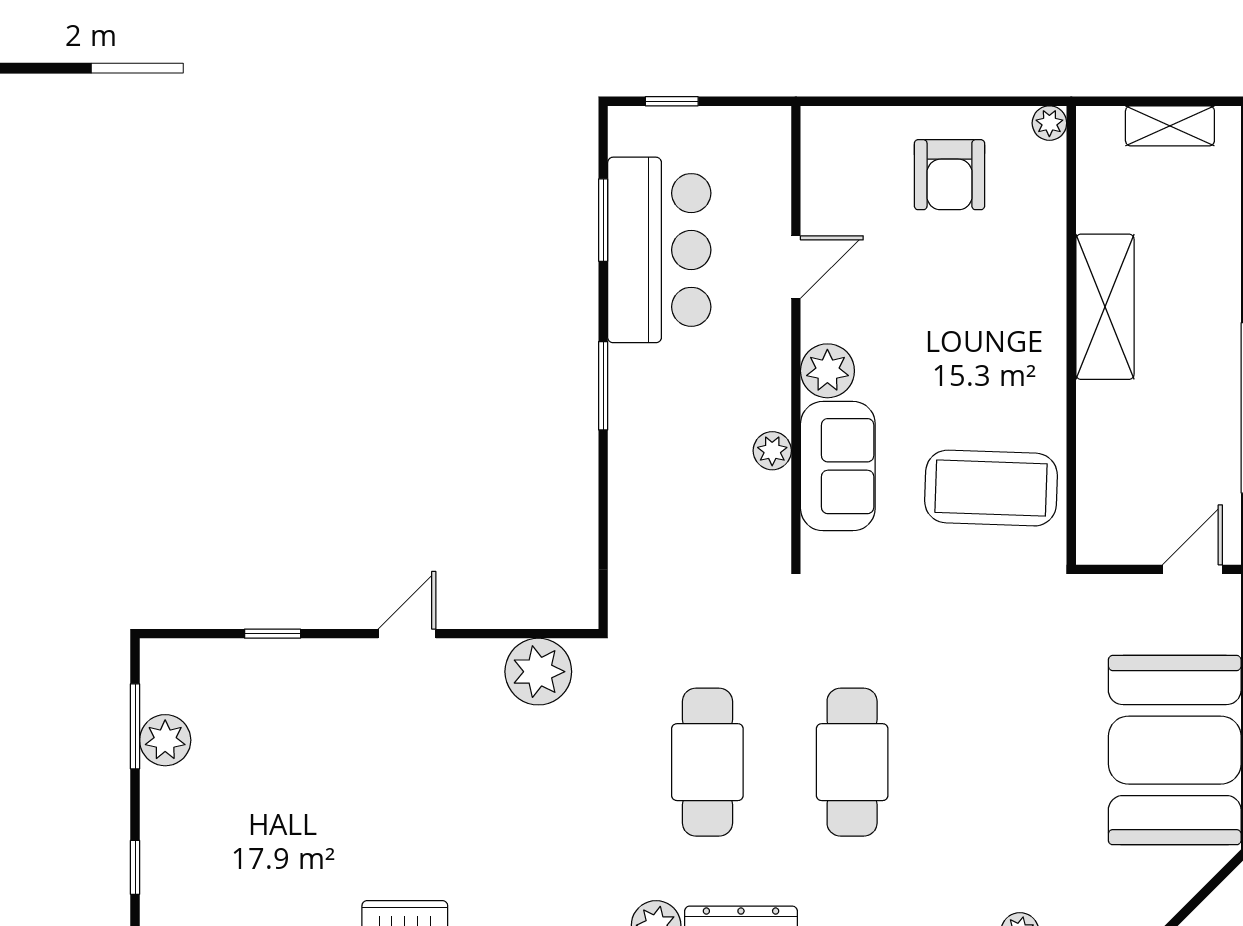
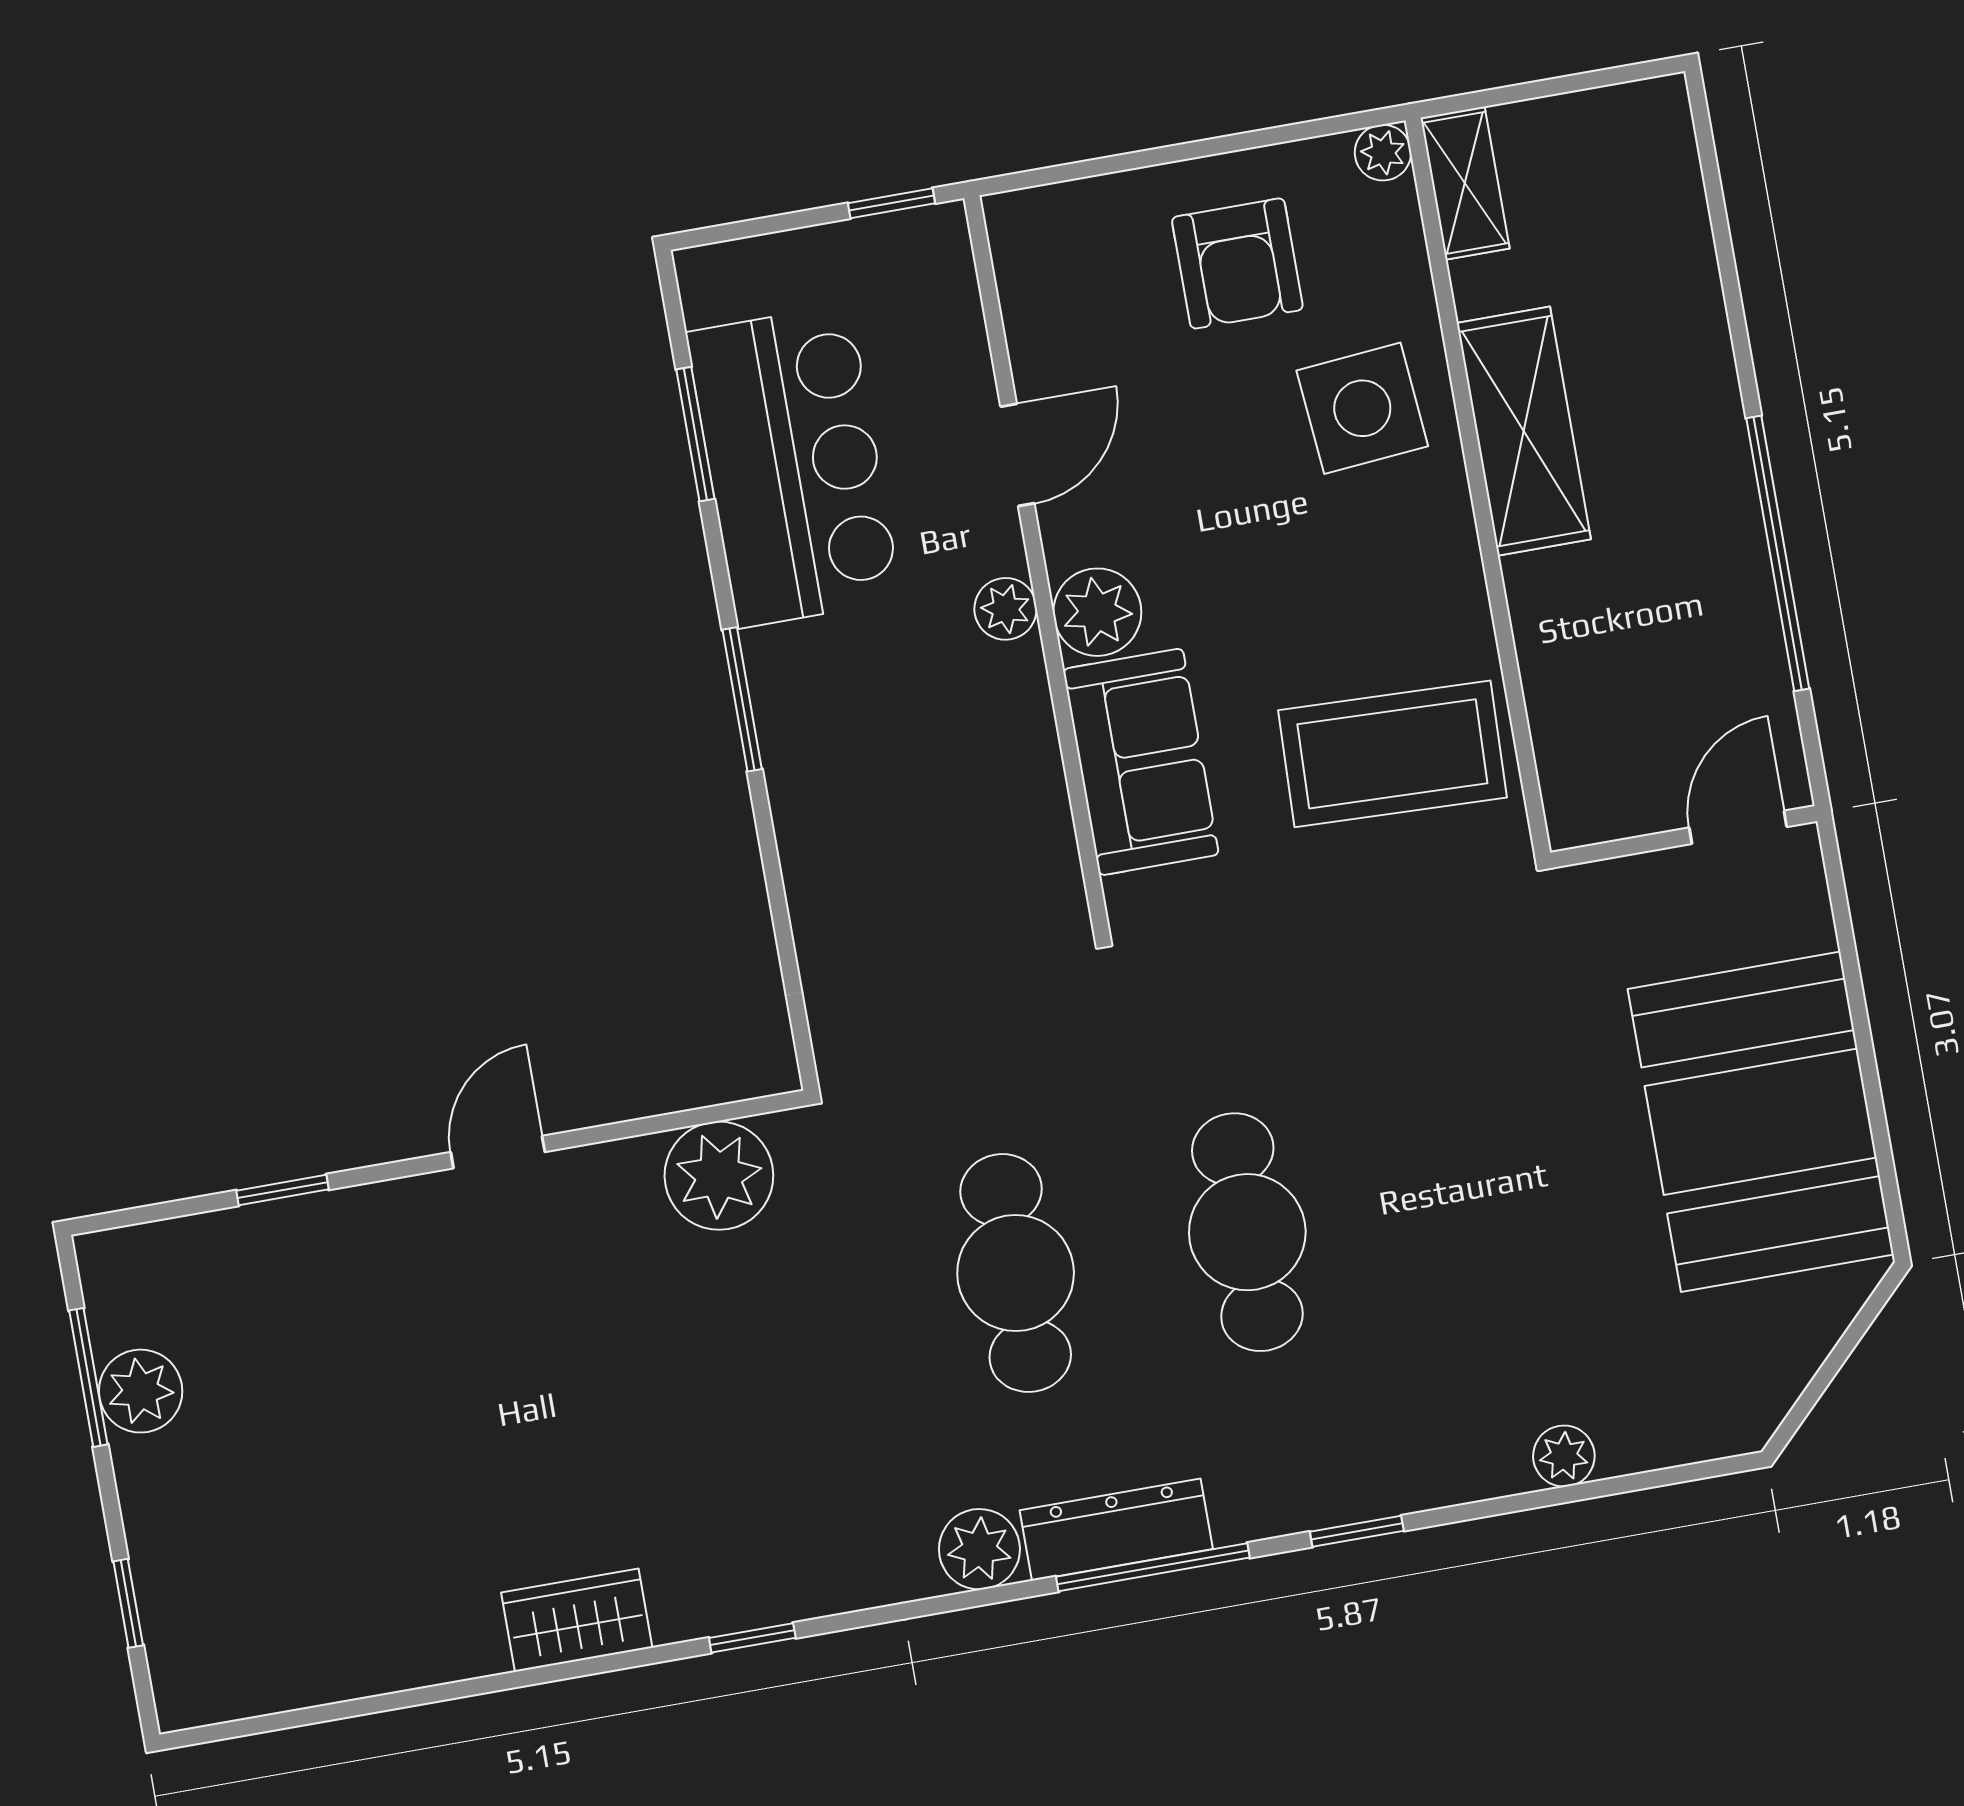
window: (672, 101) -> (892, 203), moved
shelving: (1170, 126) -> (1465, 183), moved, turned 90
side table: (1010, 276) -> (1362, 408), added
plant: (772, 451) -> (1005, 609), moved

